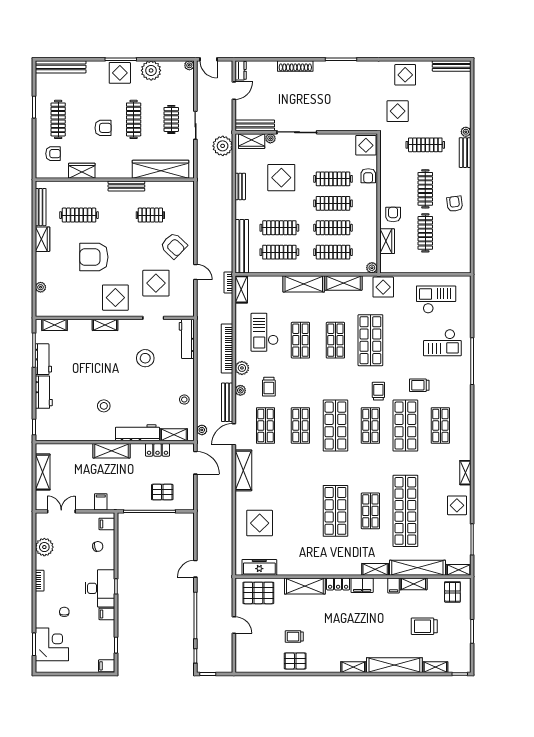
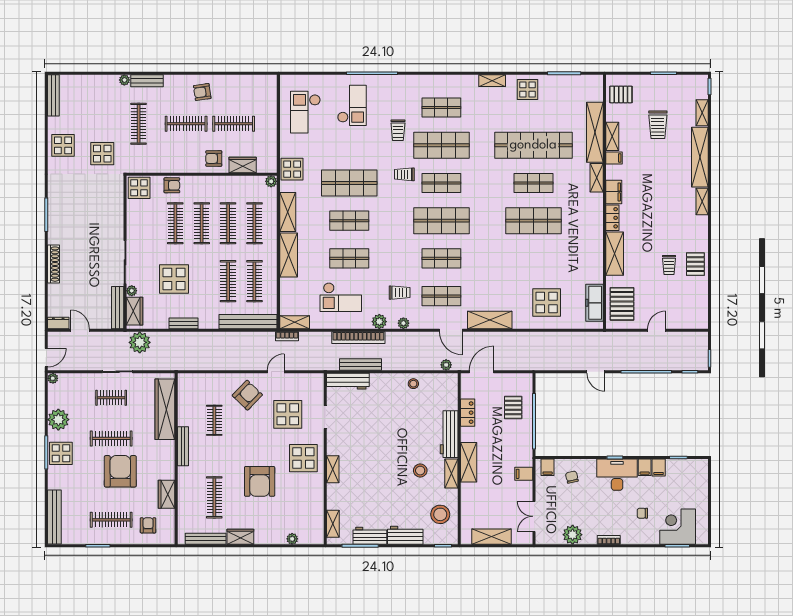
armchair: (103, 128) -> (120, 471), width x1.88, depth x1.88
stool: (145, 358) -> (440, 514), moved
bench: (227, 402) -> (361, 364), moved
shelving: (174, 435) -> (451, 473), moved
shelving: (459, 570) -> (597, 88), removed
filing cabinet: (107, 666) -> (659, 467), moved

